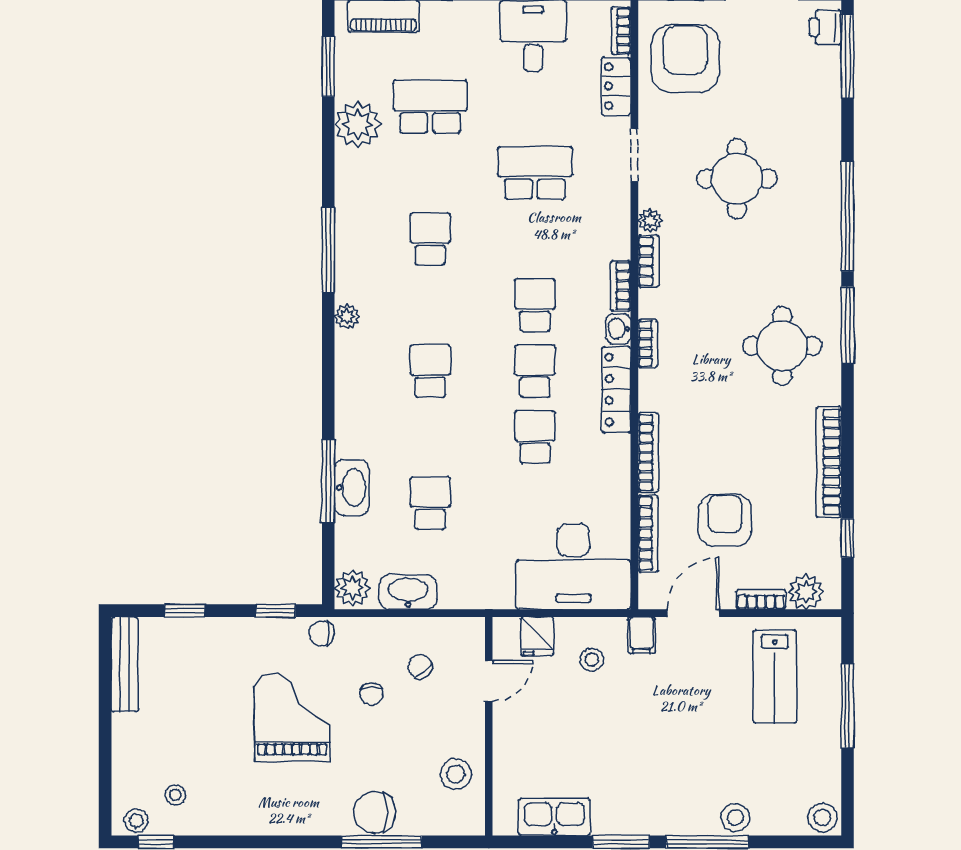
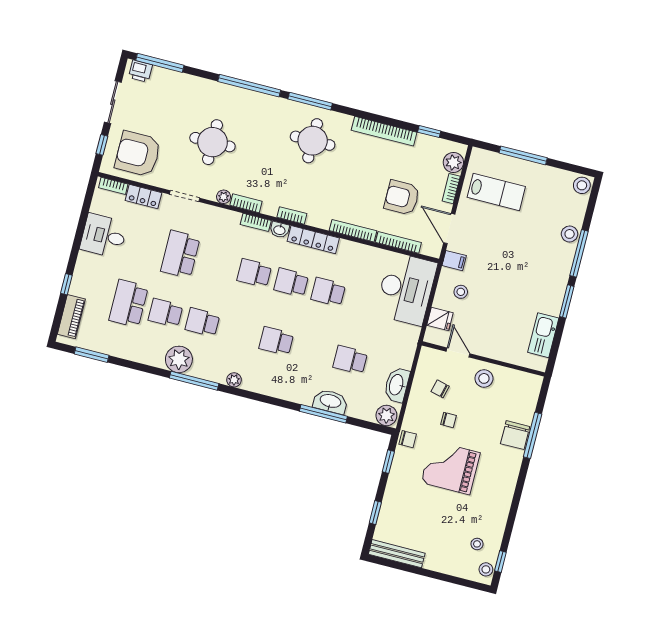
plant: (358, 124) -> (179, 359), moved
school desk: (430, 173) -> (165, 313), added
chair: (322, 633) -> (408, 439), turned -90
chair: (420, 667) -> (440, 389), turned 54
stool: (456, 774) -> (484, 378), moved

